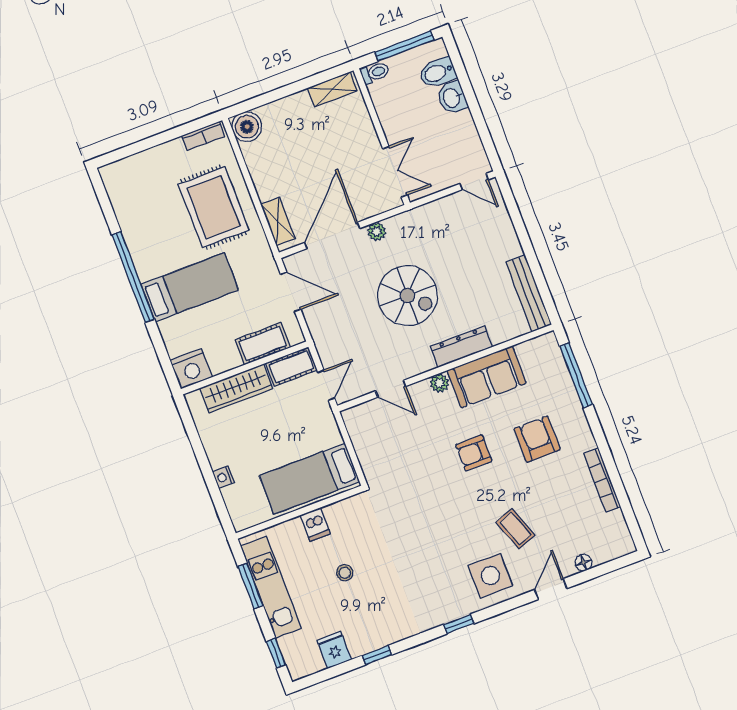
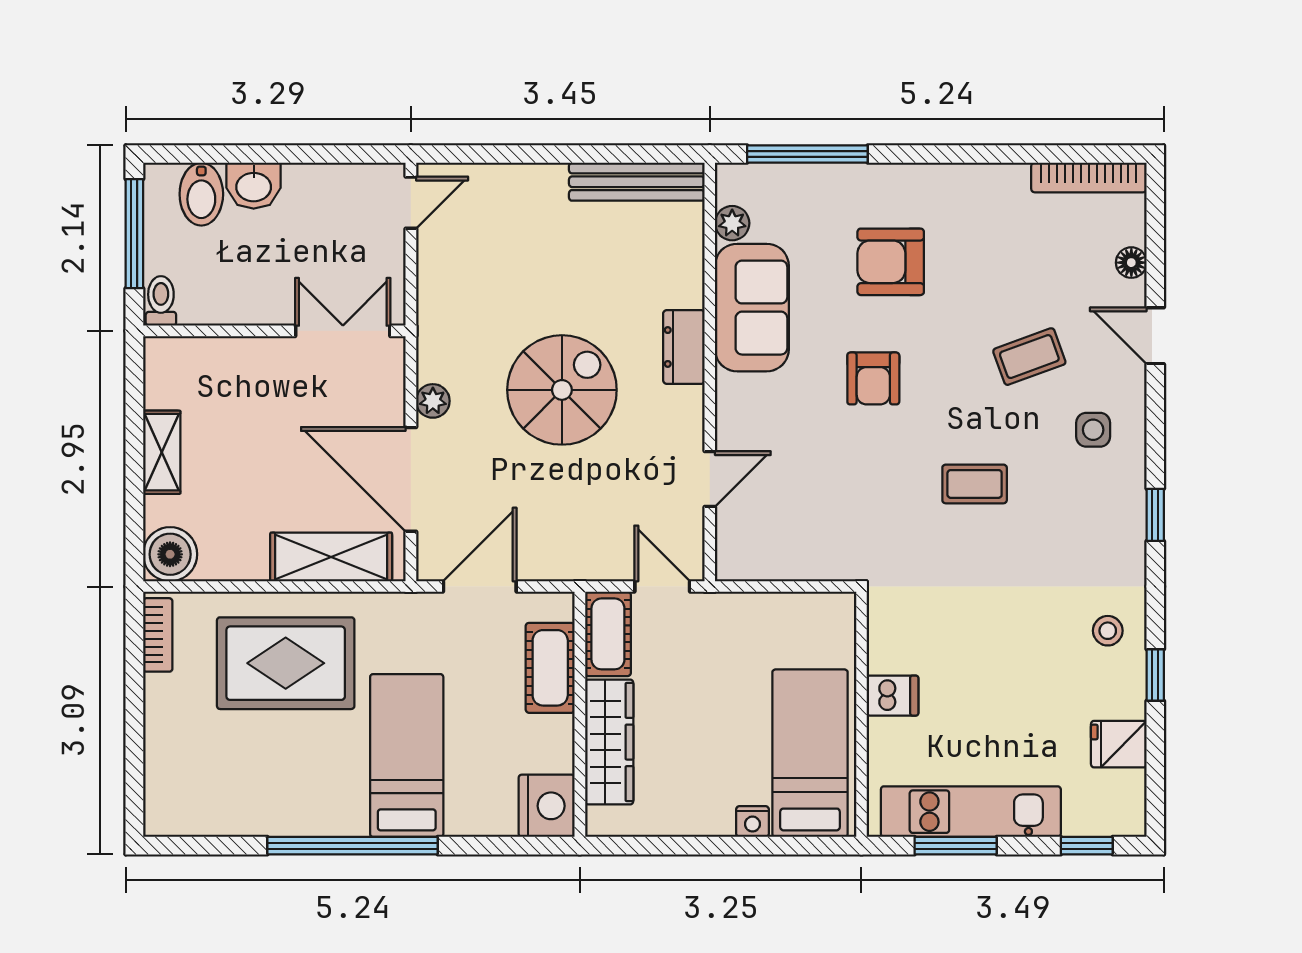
shelving: (332, 89) -> (162, 452), moved
shelving: (278, 221) -> (331, 557), width x1.50, depth x1.33
dresser: (461, 347) -> (684, 347), width x0.70
plant: (440, 383) -> (732, 223), moved
bed: (310, 479) -> (810, 753), moved, turned 180
bookcase: (602, 480) -> (1089, 178), moved
coffee table: (440, 525) -> (975, 484), added
stool: (345, 573) -> (1108, 631), moved
side table: (490, 576) -> (1093, 430), width x0.54, depth x0.54

